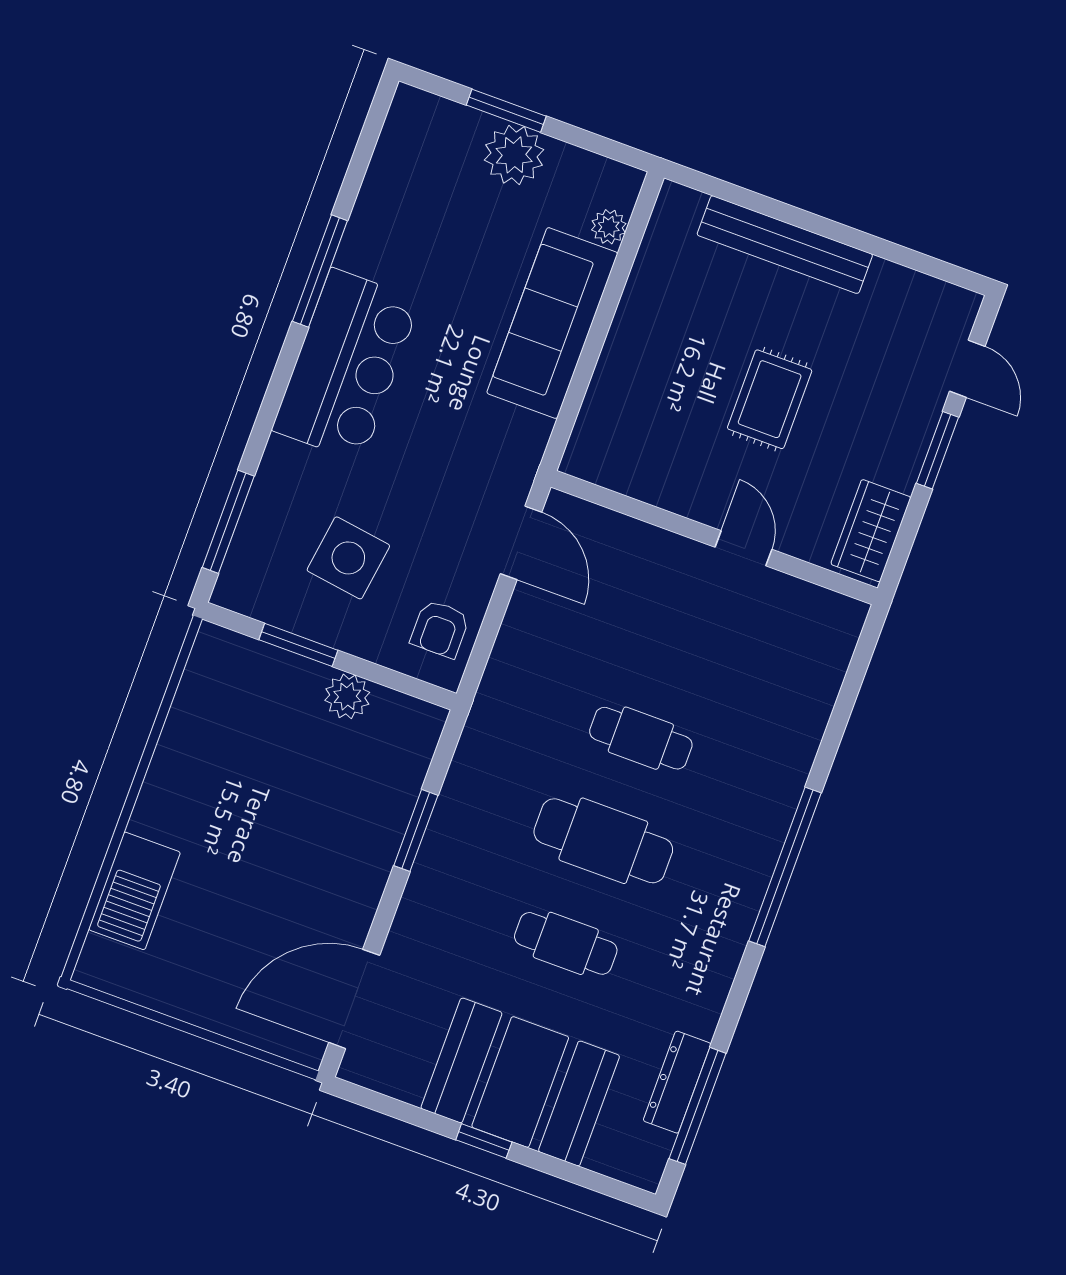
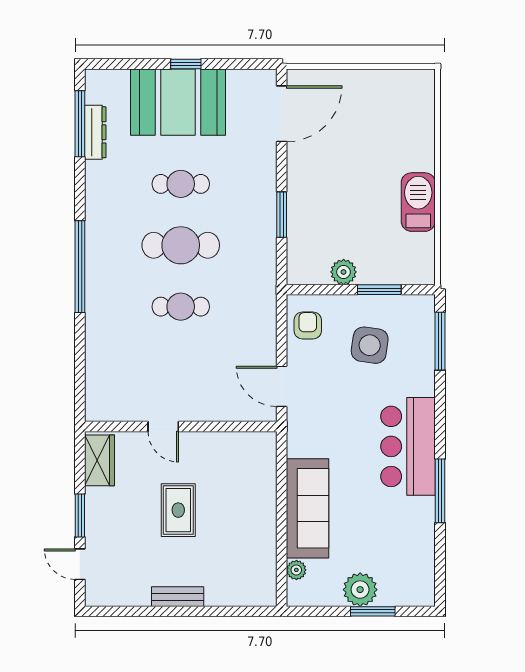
bench: (785, 245) -> (178, 597), width x0.54, depth x0.82
barbecue: (134, 891) -> (418, 202), moved

